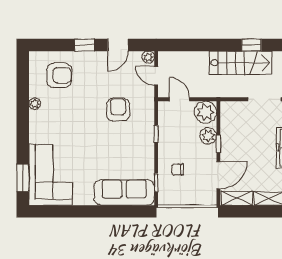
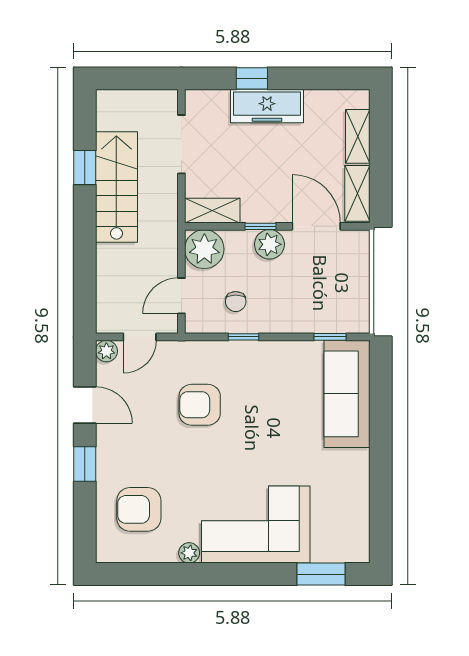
armchair: (59, 75) -> (139, 509), turned -90
shelving: (227, 117) -> (212, 211), added
plant: (208, 136) -> (269, 244), moved
chair: (178, 170) -> (236, 302), moved
corner sofa: (51, 175) -> (256, 525), moved

